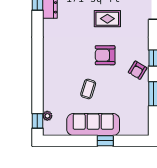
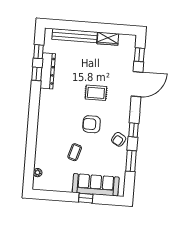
window: (37, 121) -> (29, 176), removed
sofa: (93, 125) -> (96, 185), moved

